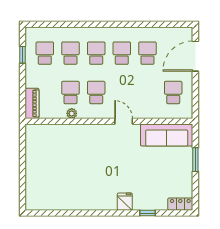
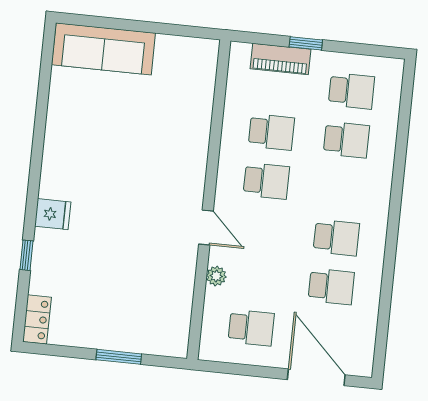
school desk: (96, 53) -> (341, 189), removed
window: (23, 55) -> (306, 43), moved
piano: (32, 103) -> (280, 59), moved
plant: (72, 113) -> (216, 276), moved
door: (124, 121) -> (206, 227), hinge flipped
sofa: (167, 135) -> (104, 49), moved, turned -90

